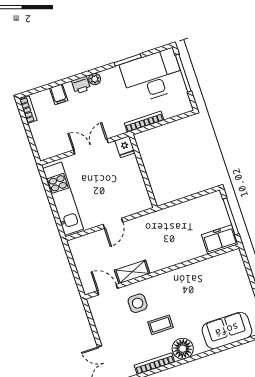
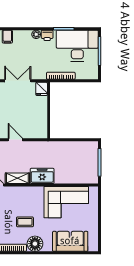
printer: (81, 85) -> (47, 35), moved
door: (113, 223) -> (15, 140), swing flipped
freezer: (220, 239) -> (42, 176), moved
corner sofa: (205, 282) -> (66, 202), added
side table: (138, 303) -> (14, 201), removed

